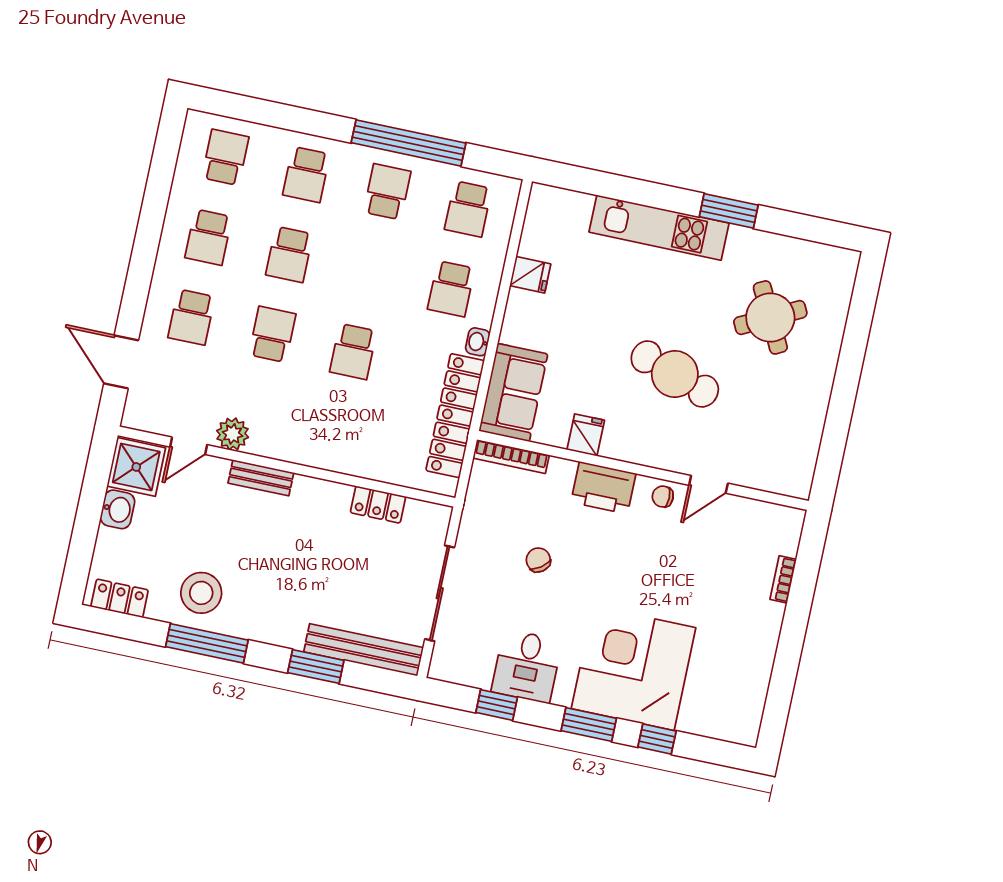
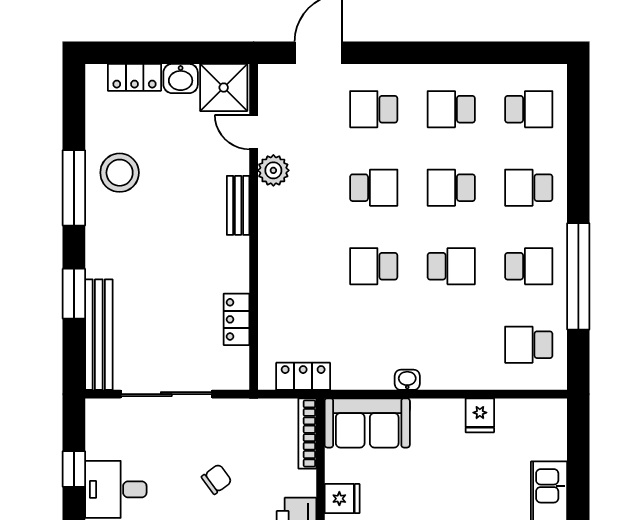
school desk: (451, 289) -> (451, 266), moved, turned 180
locker: (455, 416) -> (303, 376), width x0.46, depth x0.83
locker: (120, 598) -> (134, 77), moved, turned 90

